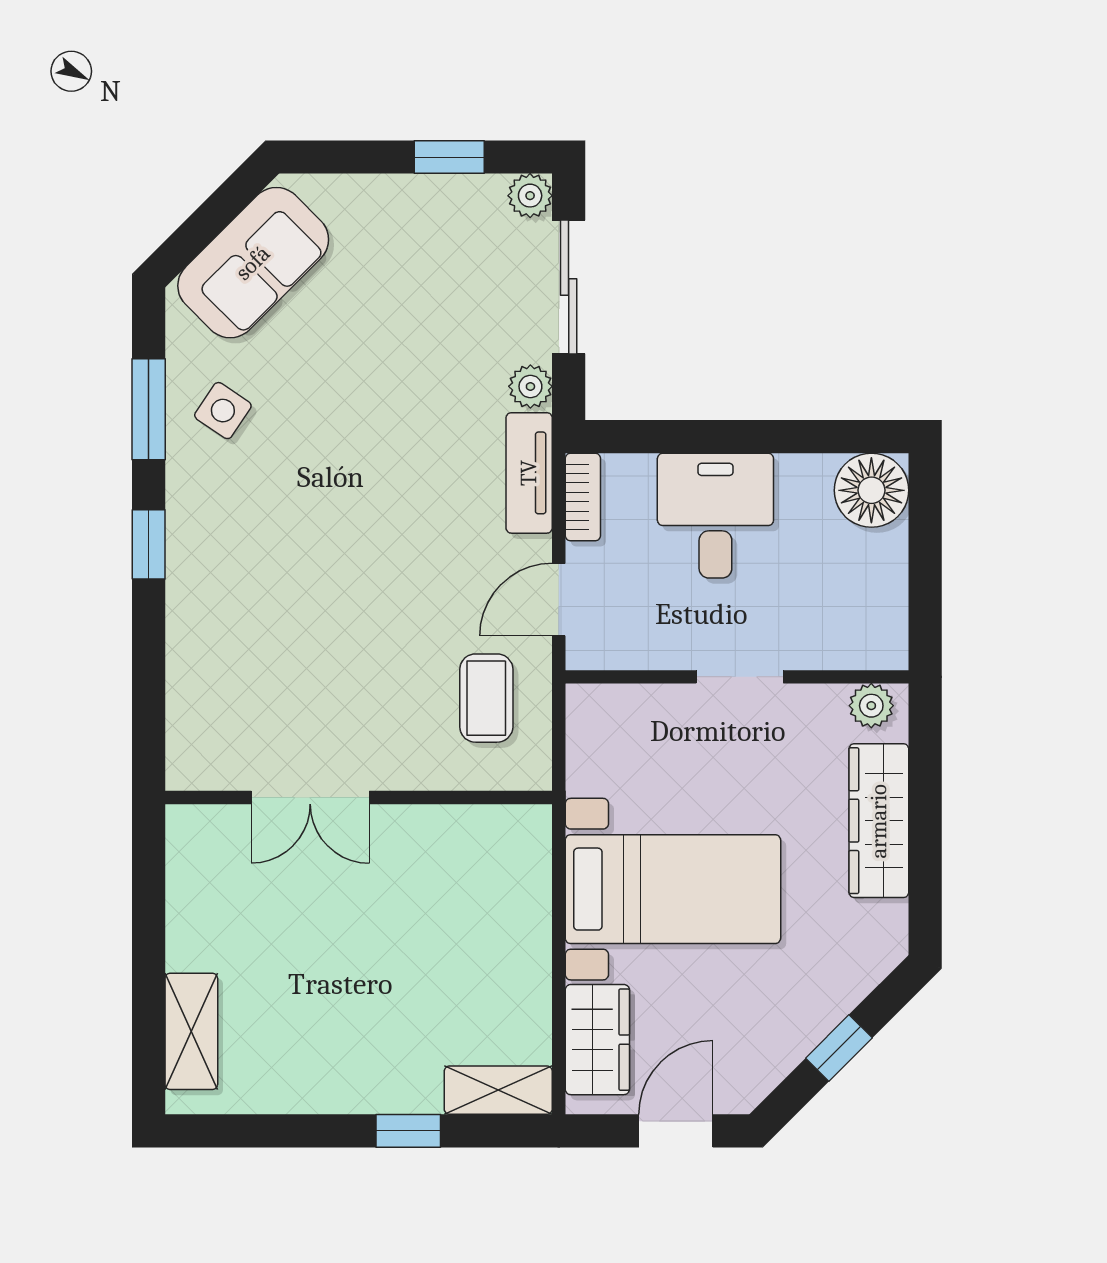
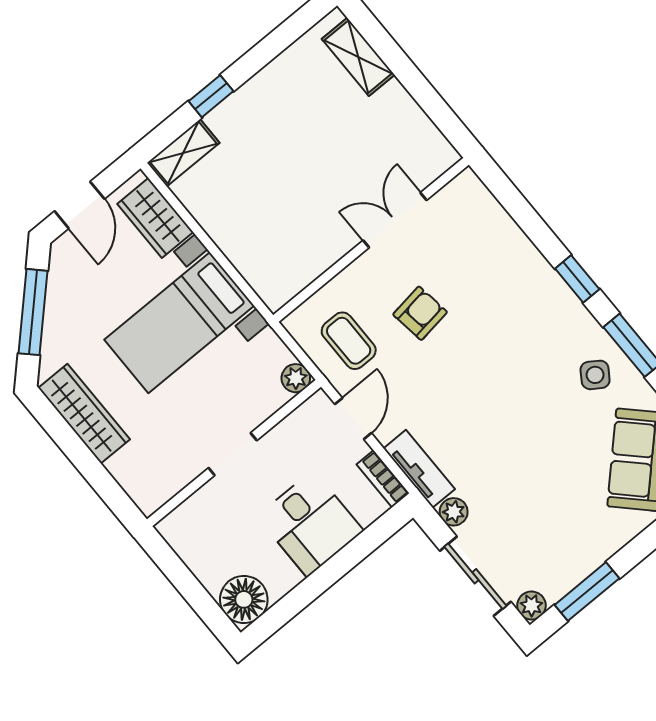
window: (449, 157) -> (587, 592), width x1.50
armchair: (373, 660) -> (420, 313), added
plant: (871, 706) -> (296, 378), moved
wardrobe: (879, 821) -> (84, 414), moved
window: (839, 1048) -> (33, 312), width x2.17

